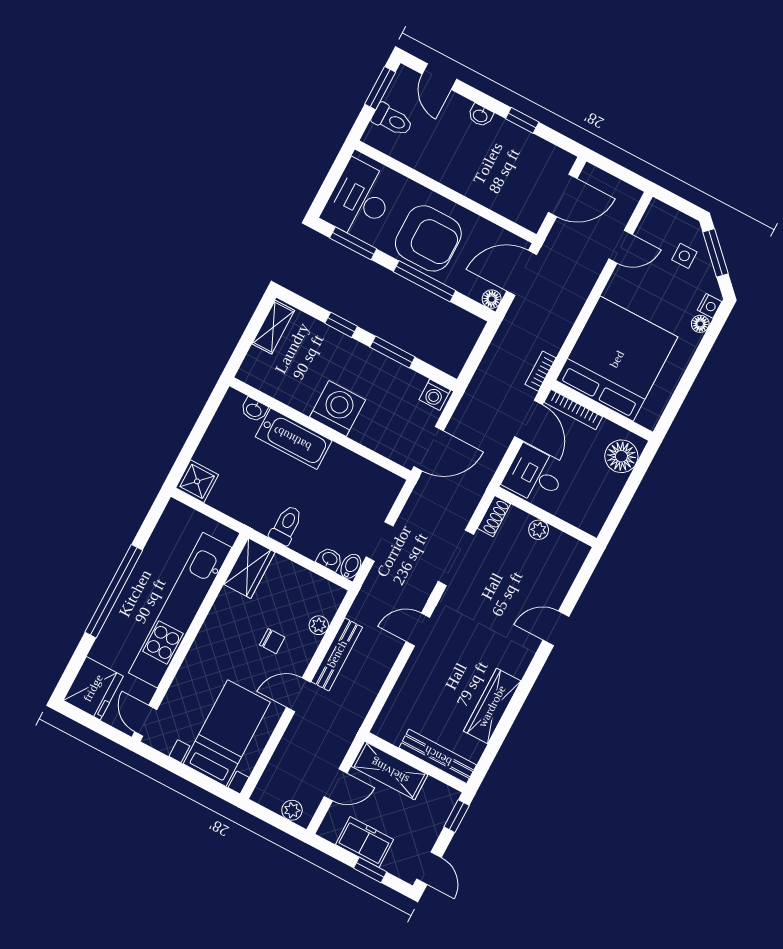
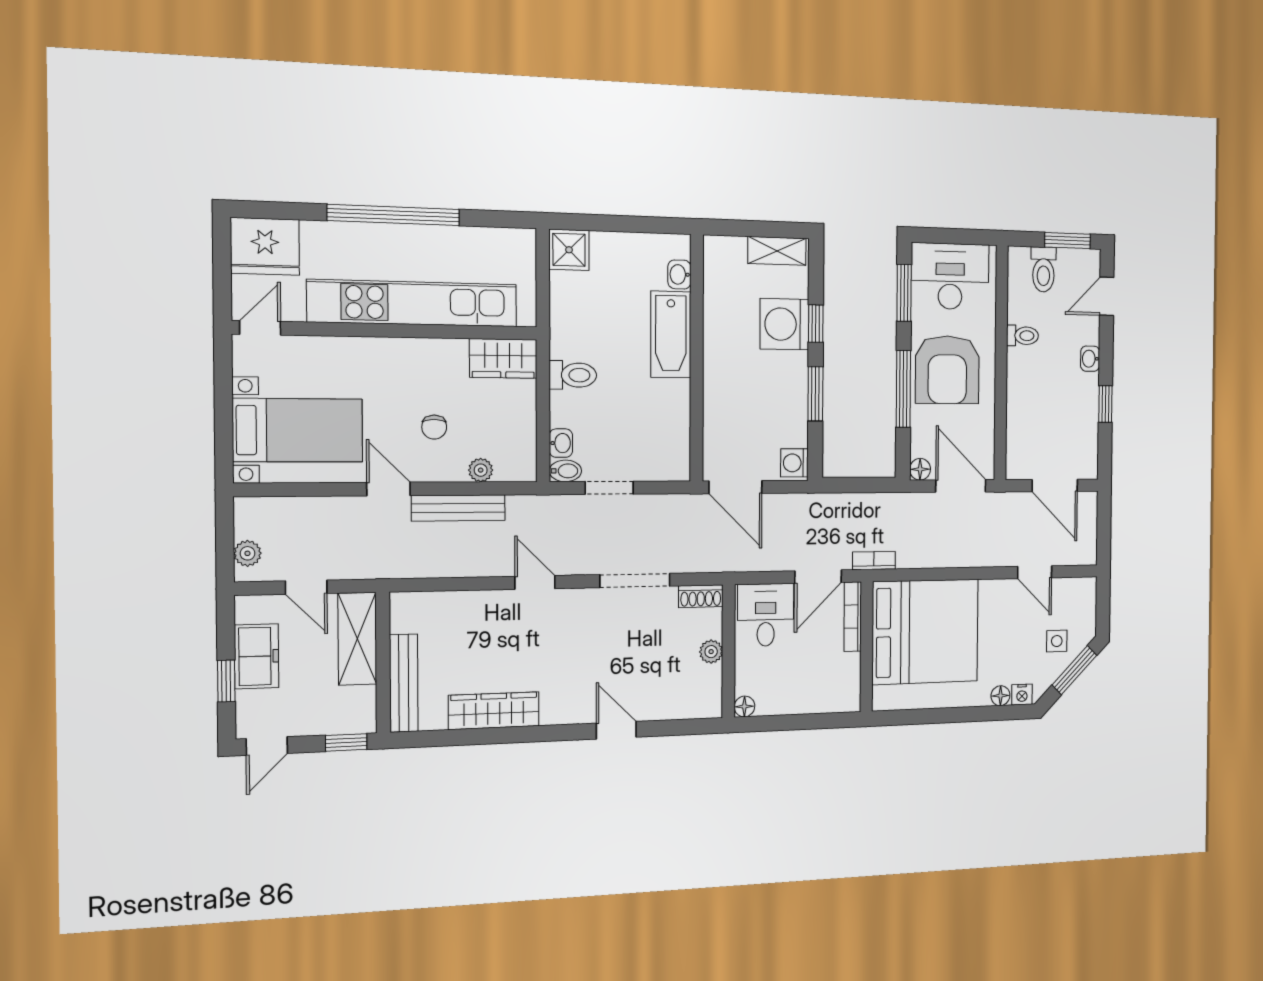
toilet: (434, 163) -> (1023, 336), added
washing machine: (338, 408) -> (784, 324), moved, turned 180
floor lamp: (621, 456) -> (744, 706), moved, width x0.53, depth x0.53

